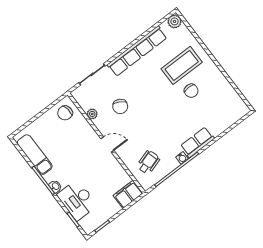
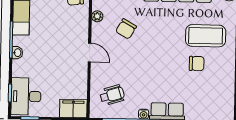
chair: (191, 91) -> (197, 63), turned -90
desk: (77, 200) -> (26, 96), moved

